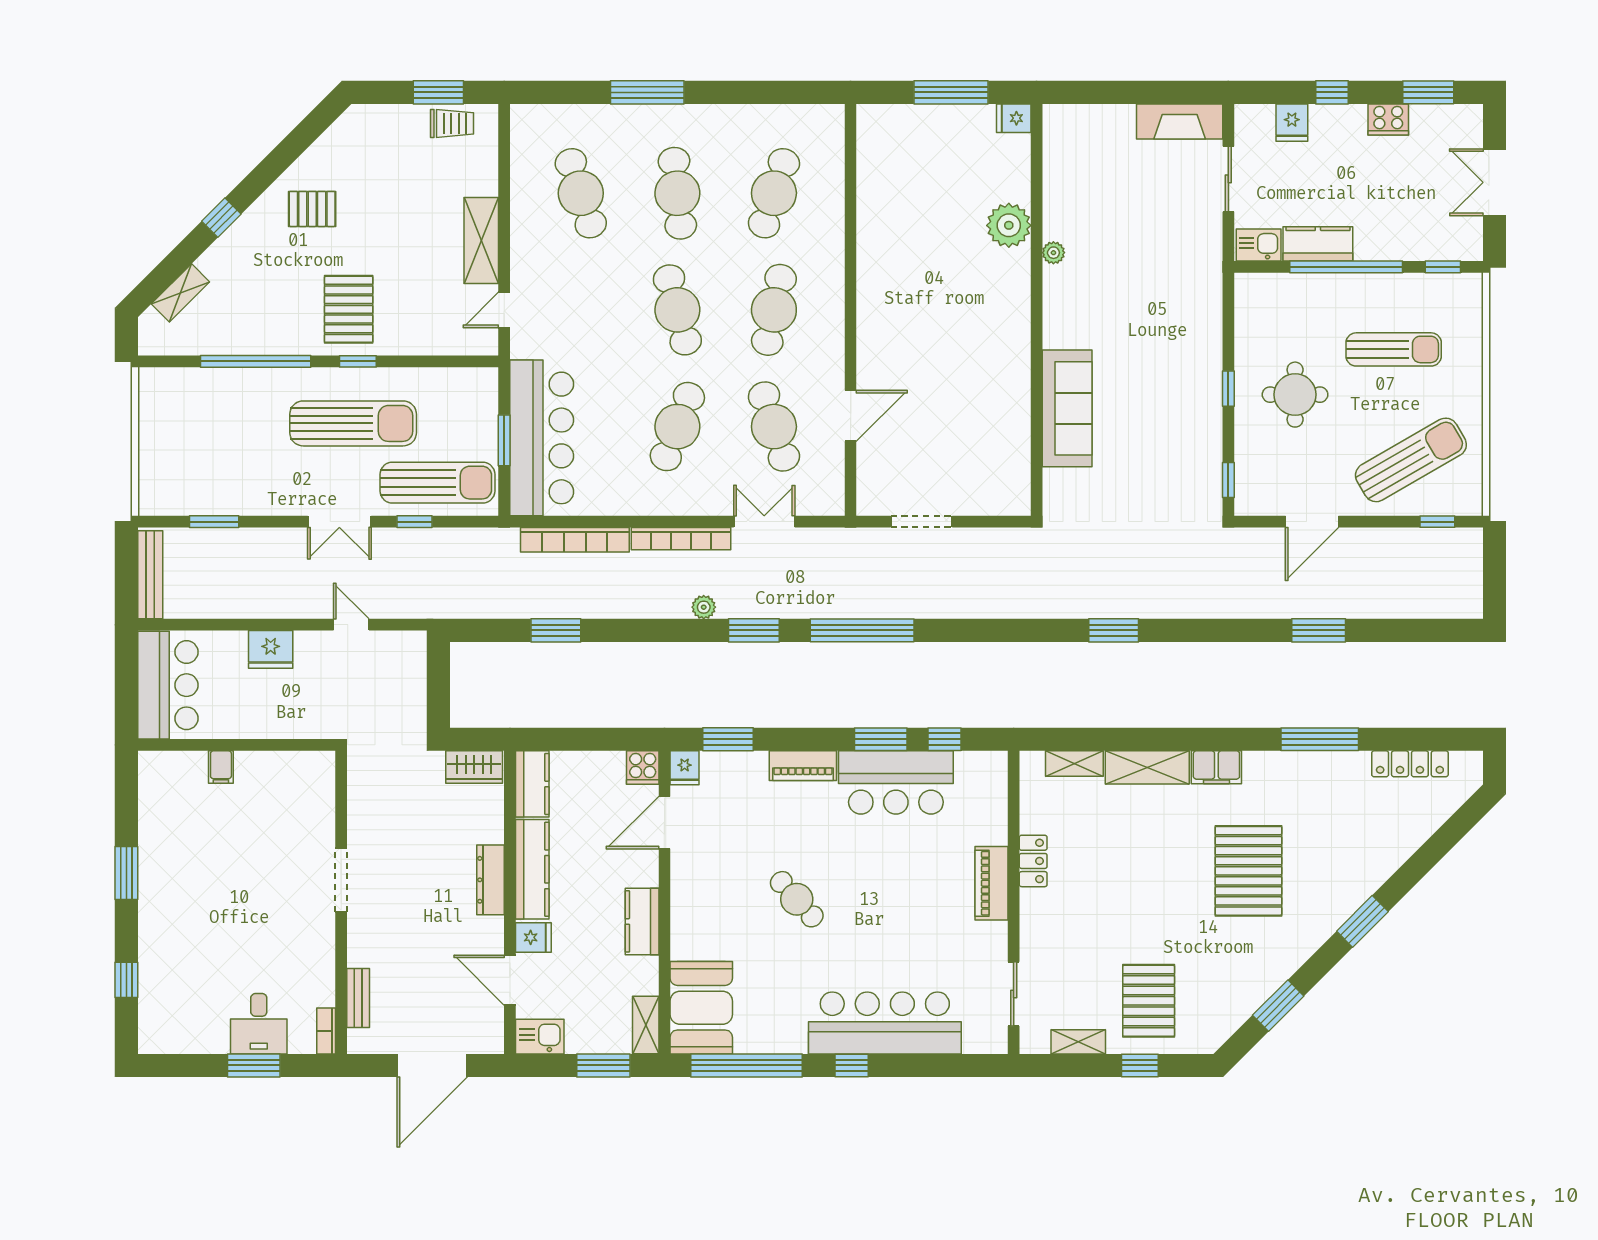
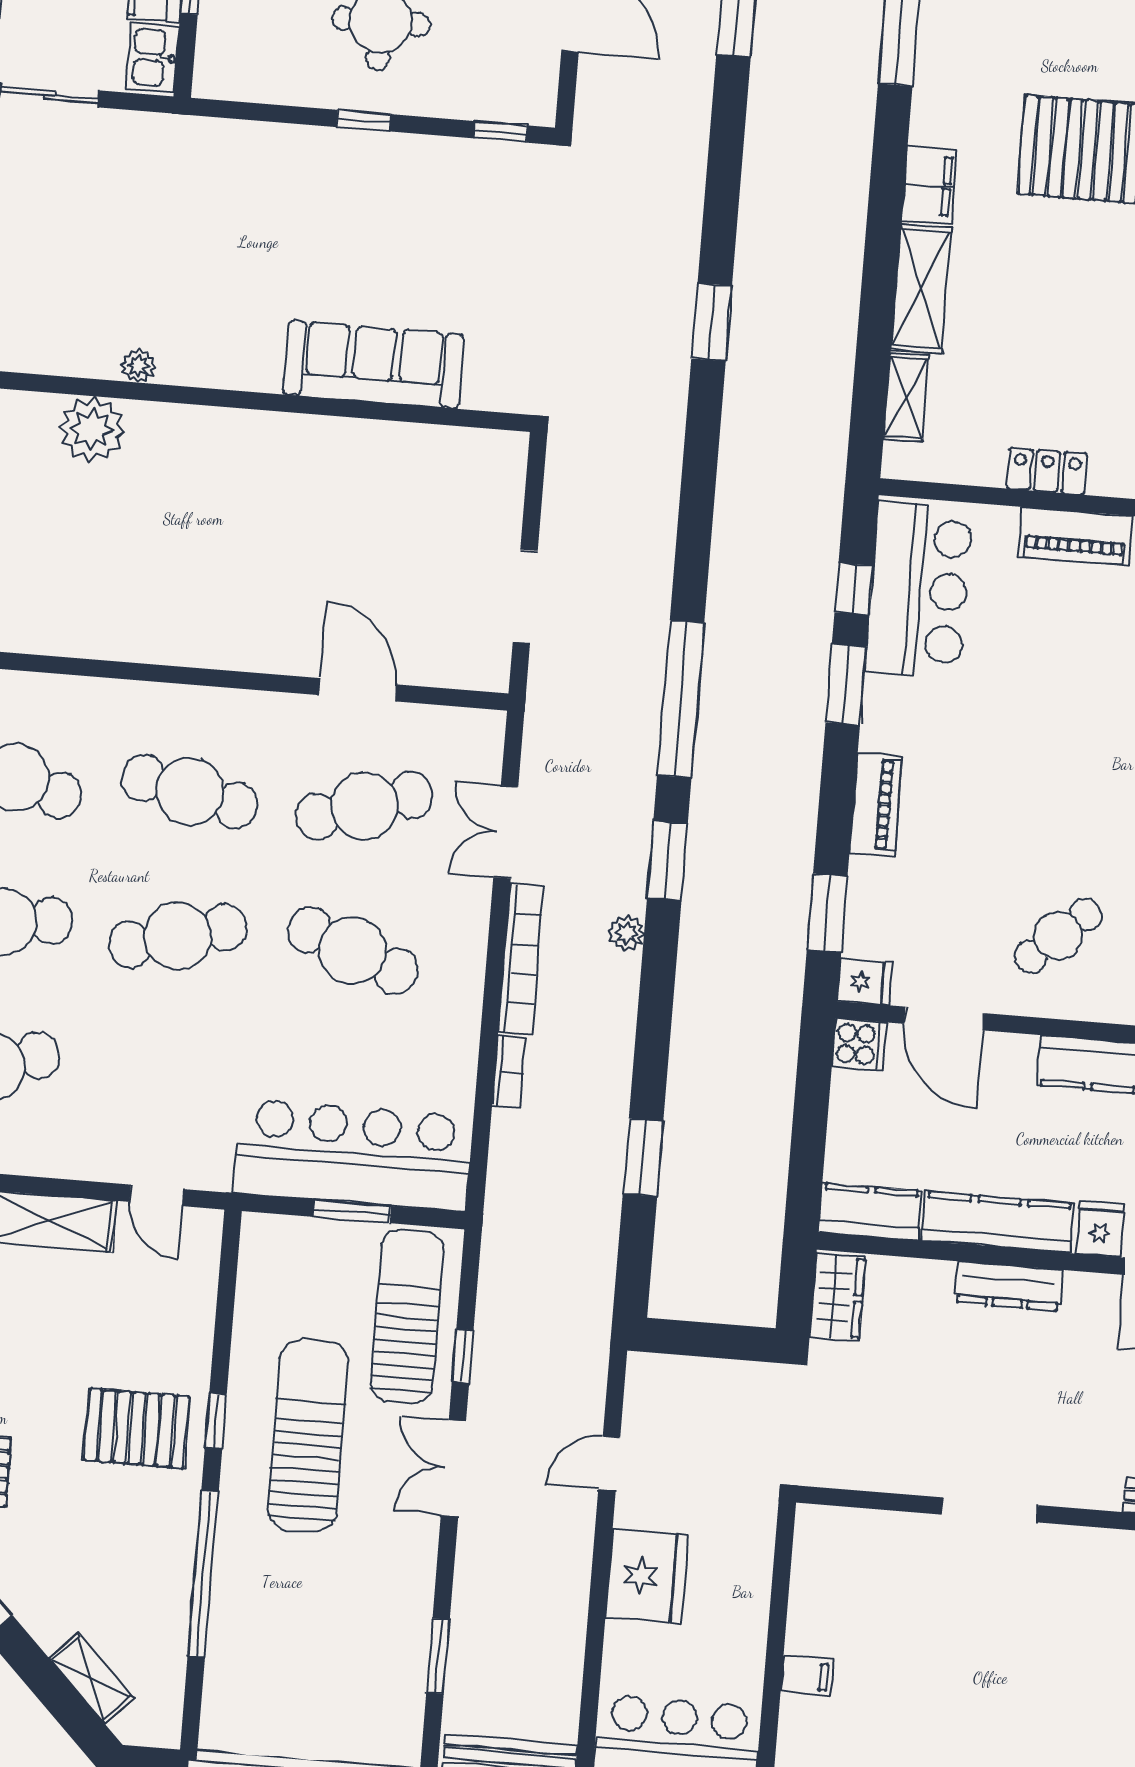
double door: (339, 522) -> (453, 1468), swing flipped
bookcase: (575, 540) -> (509, 1071), width x0.43, depth x0.76
fridge: (271, 649) -> (647, 1576), width x1.36, depth x1.34
bar counter: (896, 782) -> (919, 590), moved
cafe table: (797, 899) -> (1058, 936), moved

